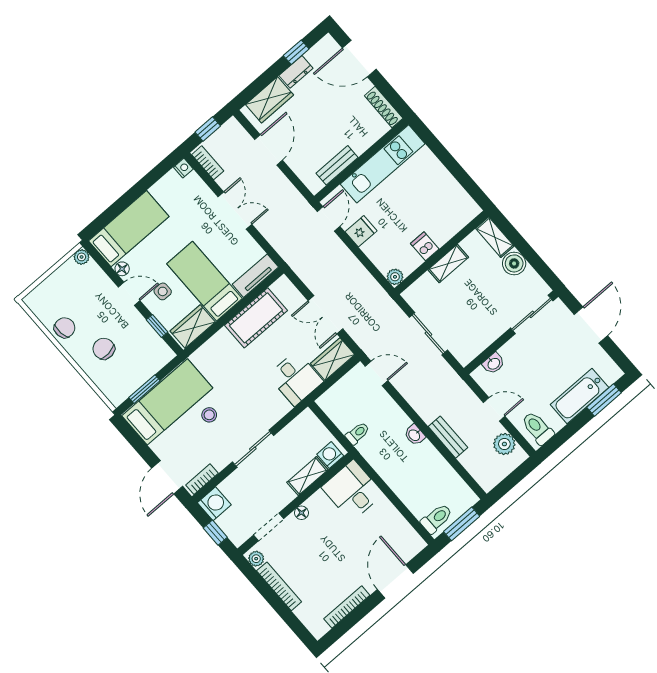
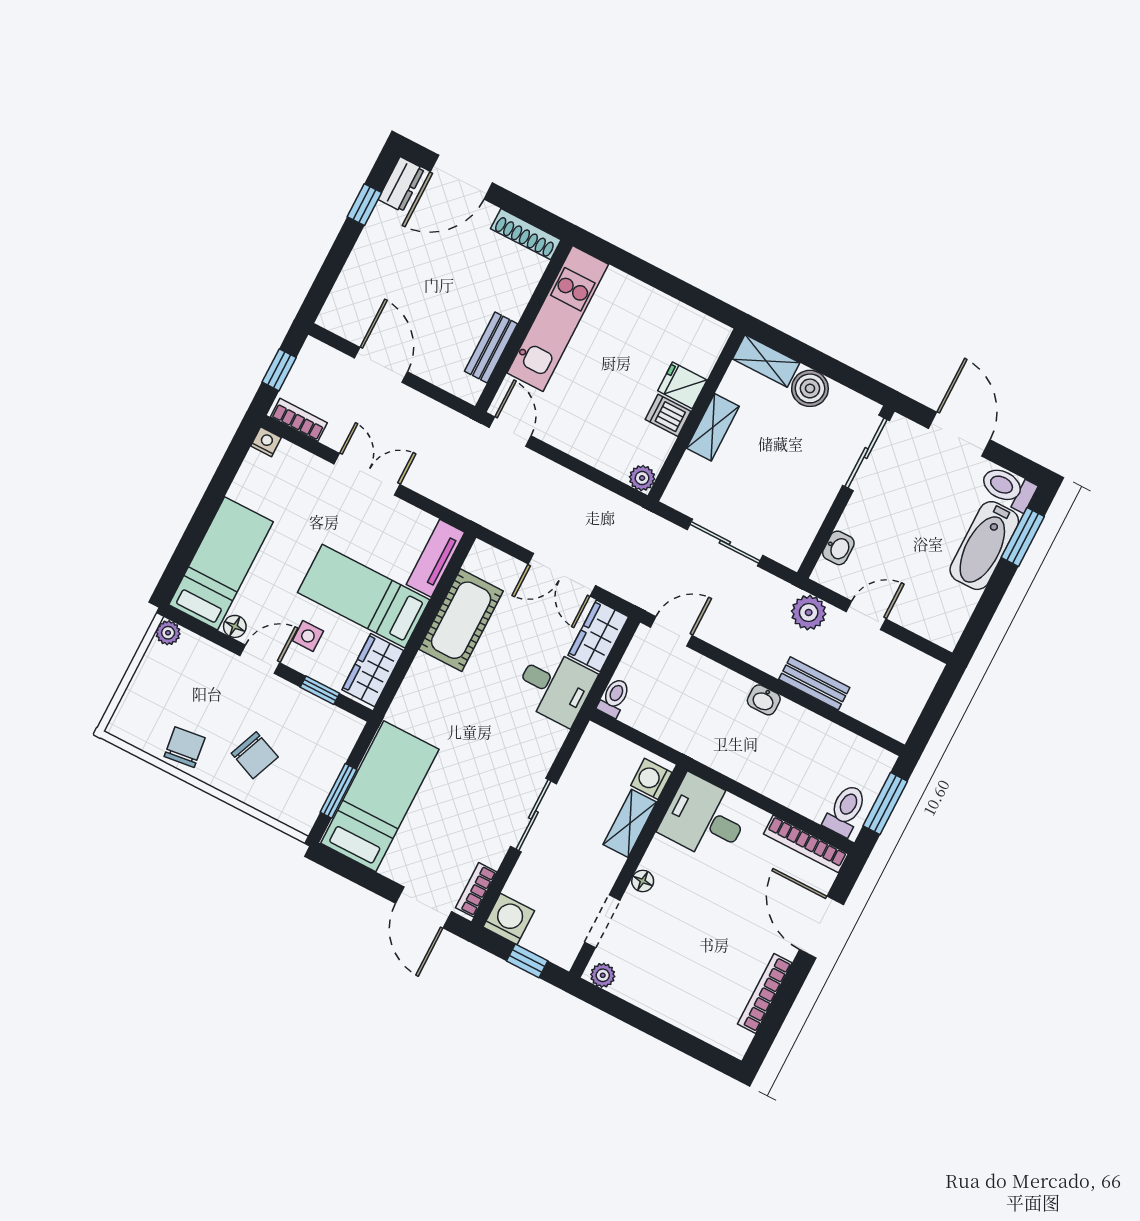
dresser: (296, 72) -> (401, 184), moved
wardrobe: (270, 100) -> (353, 290), removed
fridge: (361, 231) -> (682, 385), moved, turned -90
chair: (104, 349) -> (255, 755), turned -151
stool: (209, 415) -> (449, 791), removed
toilet: (538, 428) -> (1008, 488), moved
toilet: (357, 433) -> (614, 698), moved
plant: (504, 444) -> (809, 613), moved
bookcase: (279, 586) -> (806, 844), moved, turned 180

